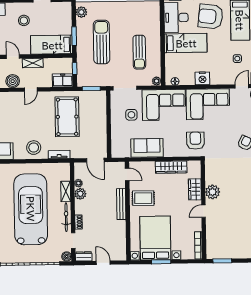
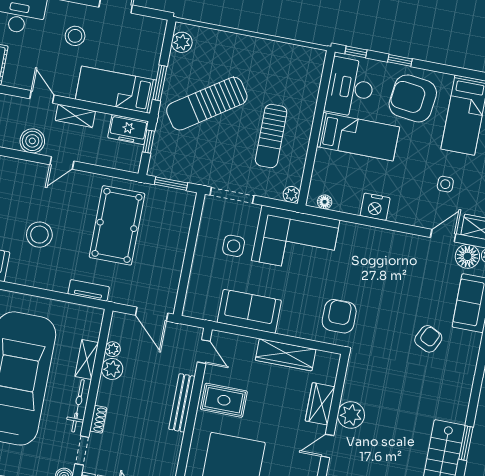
sun lounger: (101, 42) -> (207, 104), turned -124
freezer: (63, 80) -> (128, 130), moved, turned 180
corner sofa: (208, 104) -> (375, 255), removed
stool: (34, 148) -> (39, 235), moved

